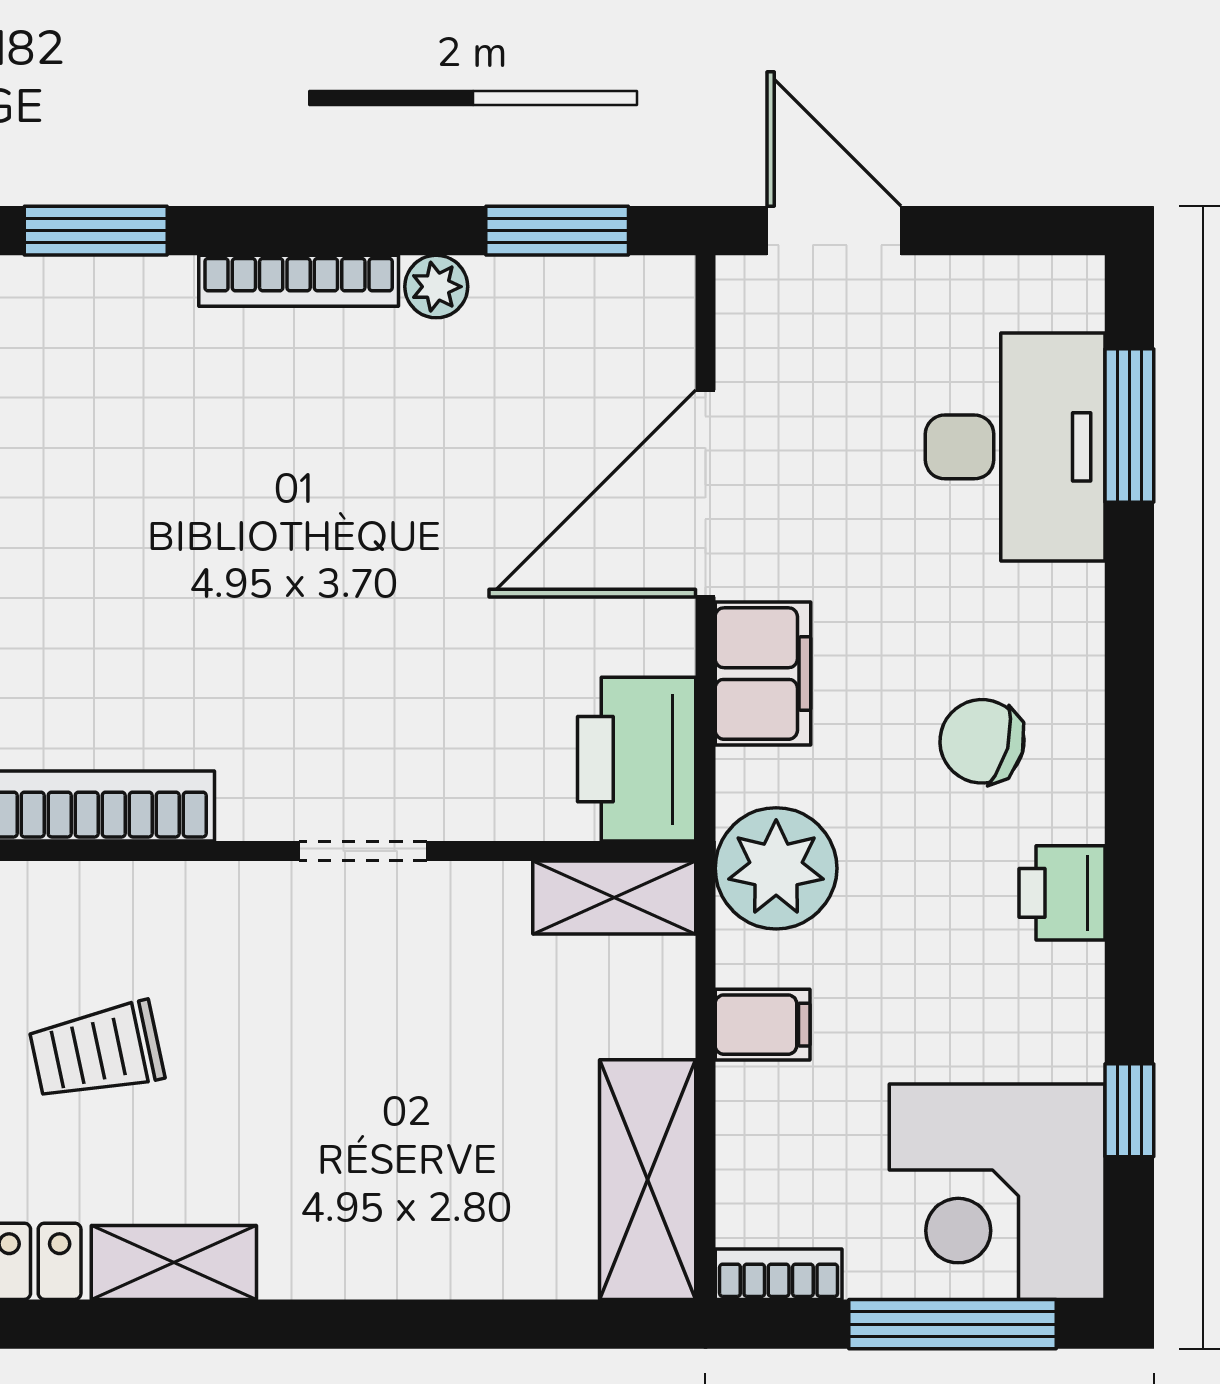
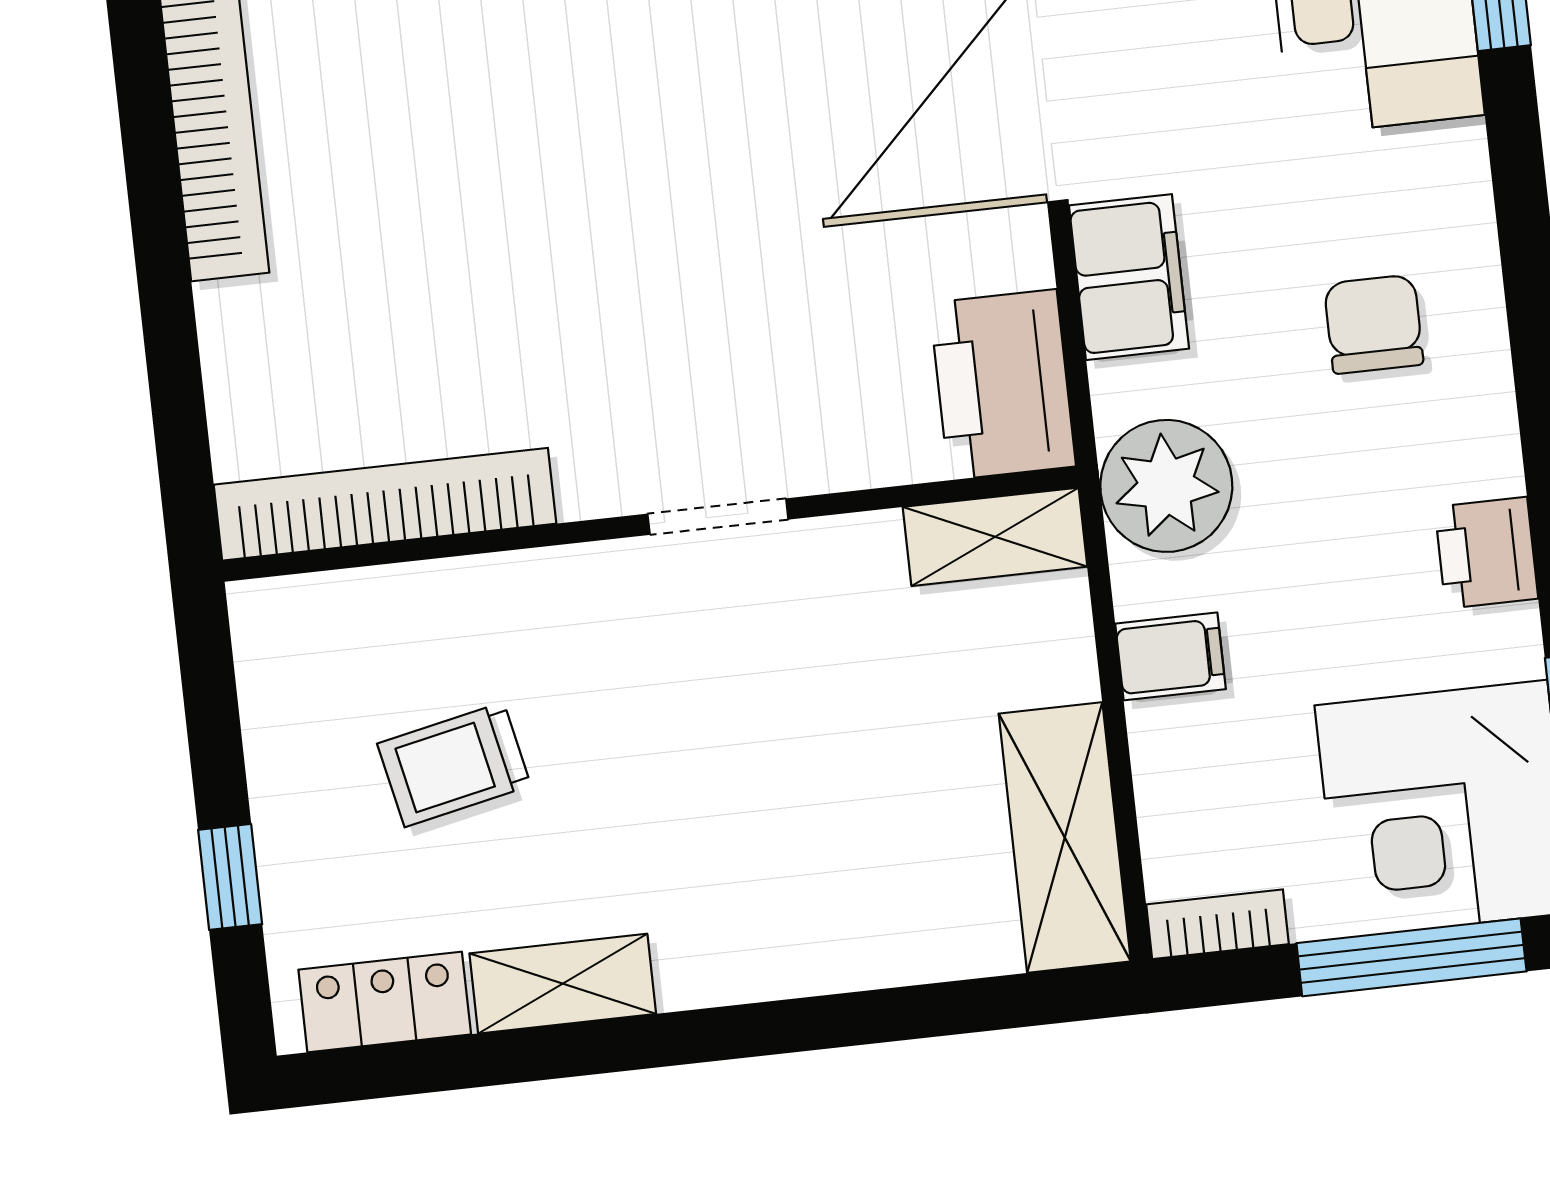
chair: (982, 741) -> (1374, 324), turned 75
printer: (1062, 893) -> (1486, 553), moved

